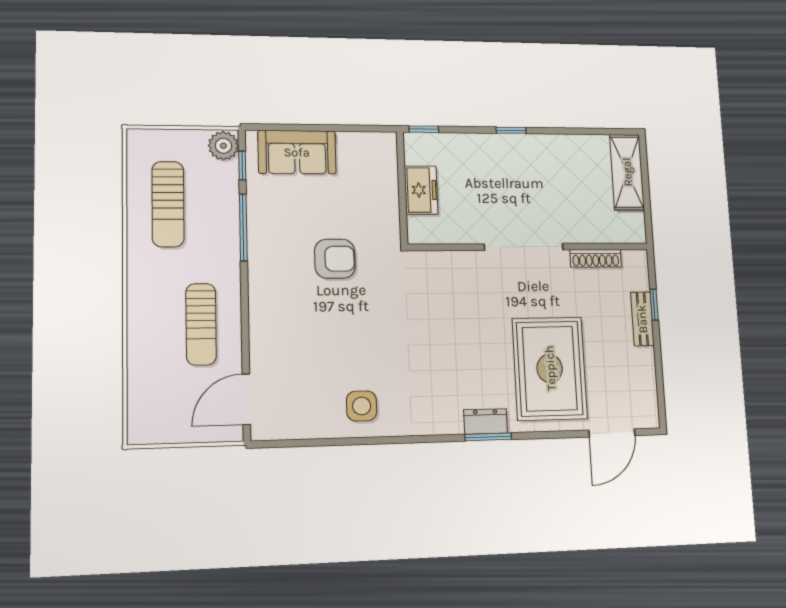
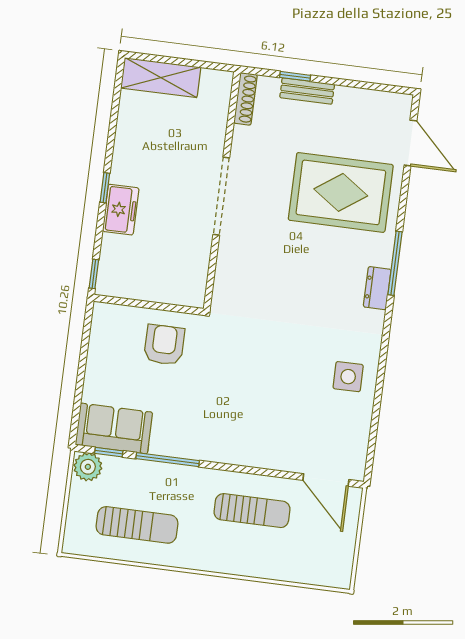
sofa: (297, 152) -> (114, 429), moved, turned -90
freezer: (421, 190) -> (121, 210), moved, turned 90
shoe rack: (596, 258) -> (245, 99), moved
armchair: (335, 259) -> (164, 345), moved
dresser: (486, 421) -> (377, 288), moved
window: (488, 437) -> (395, 263), width x1.44

